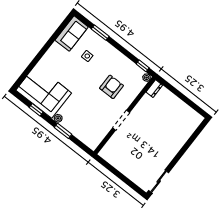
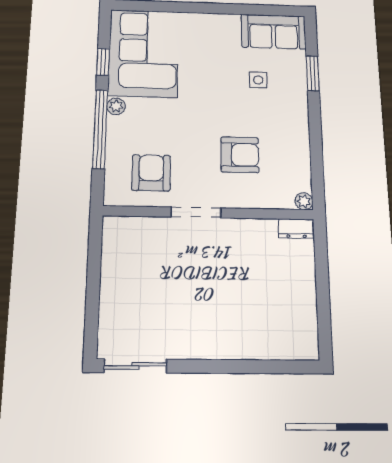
window: (143, 66) -> (318, 180), removed
armchair: (94, 125) -> (151, 173), added
window: (63, 131) -> (100, 129), width x2.11

